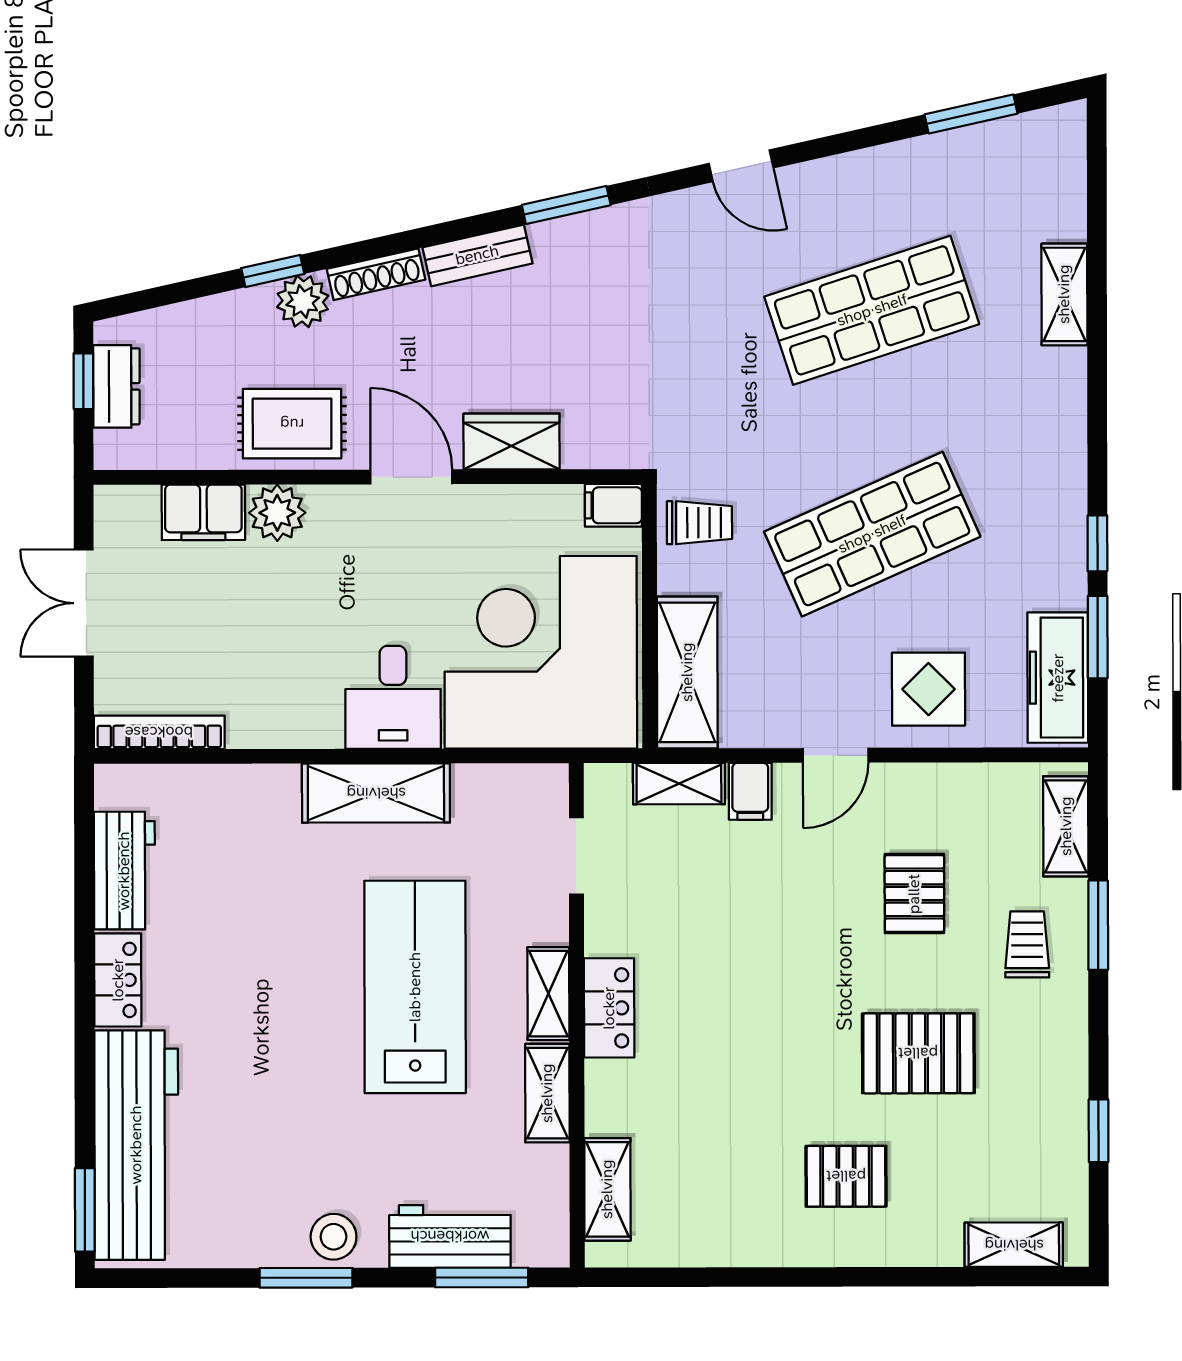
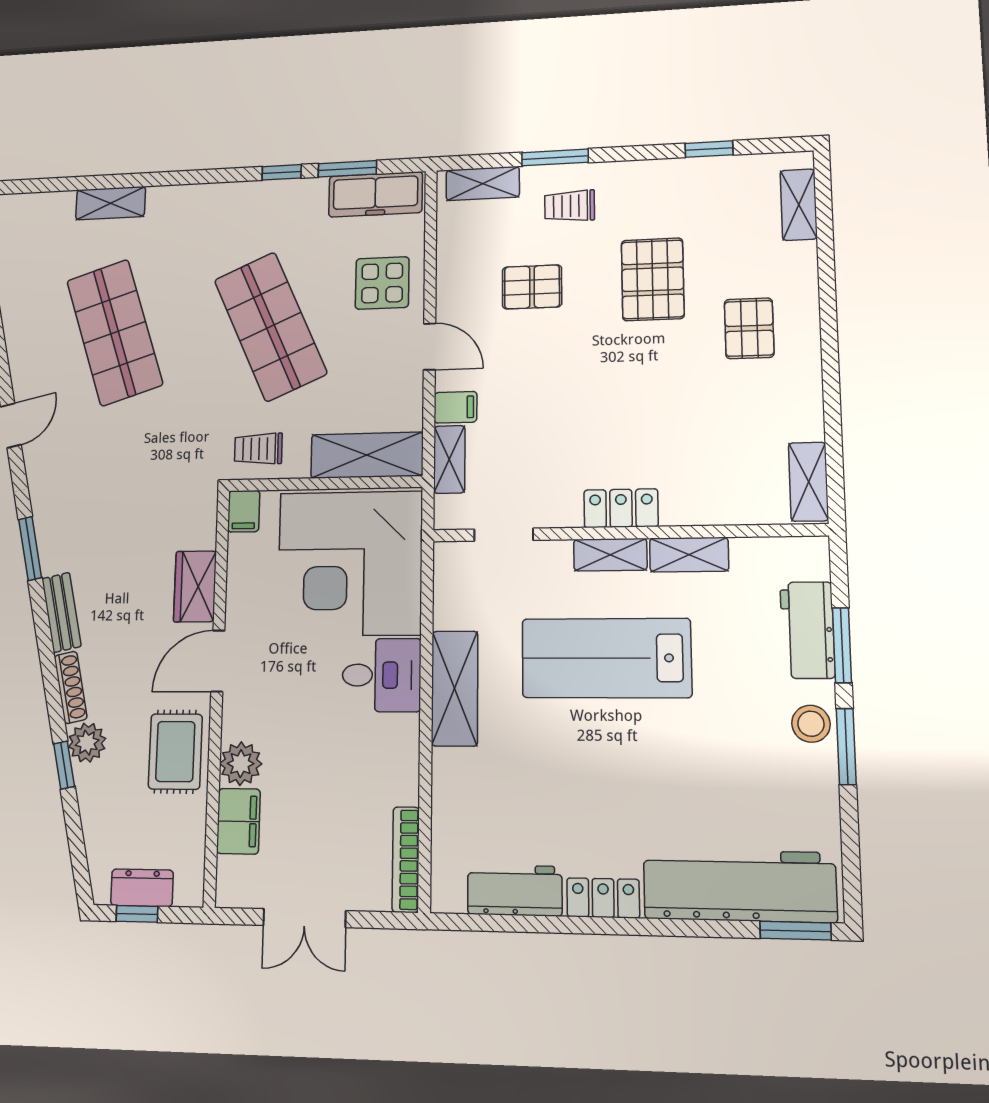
trolley: (699, 523) -> (258, 449), turned -90
shelving: (607, 1189) -> (808, 482), moved, turned 90
window: (482, 1278) -> (842, 645), moved

